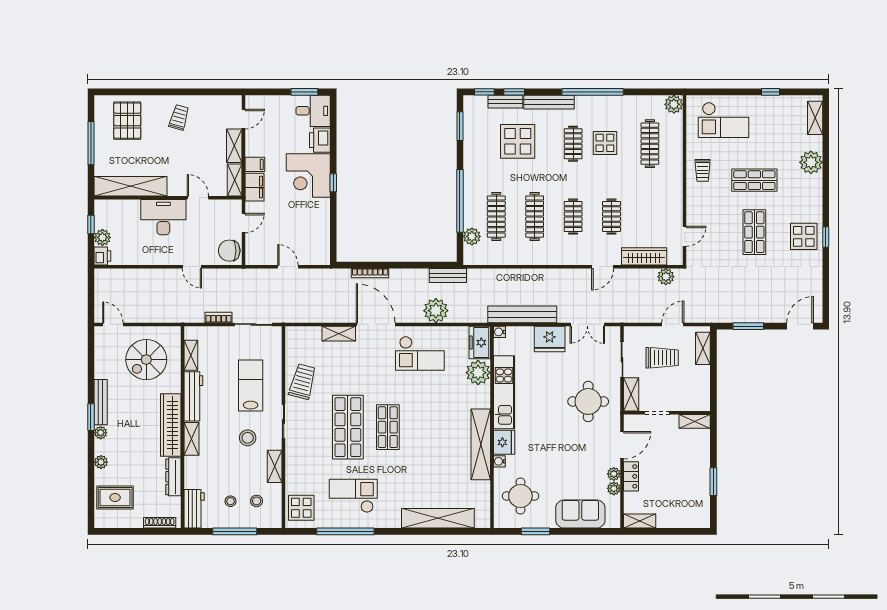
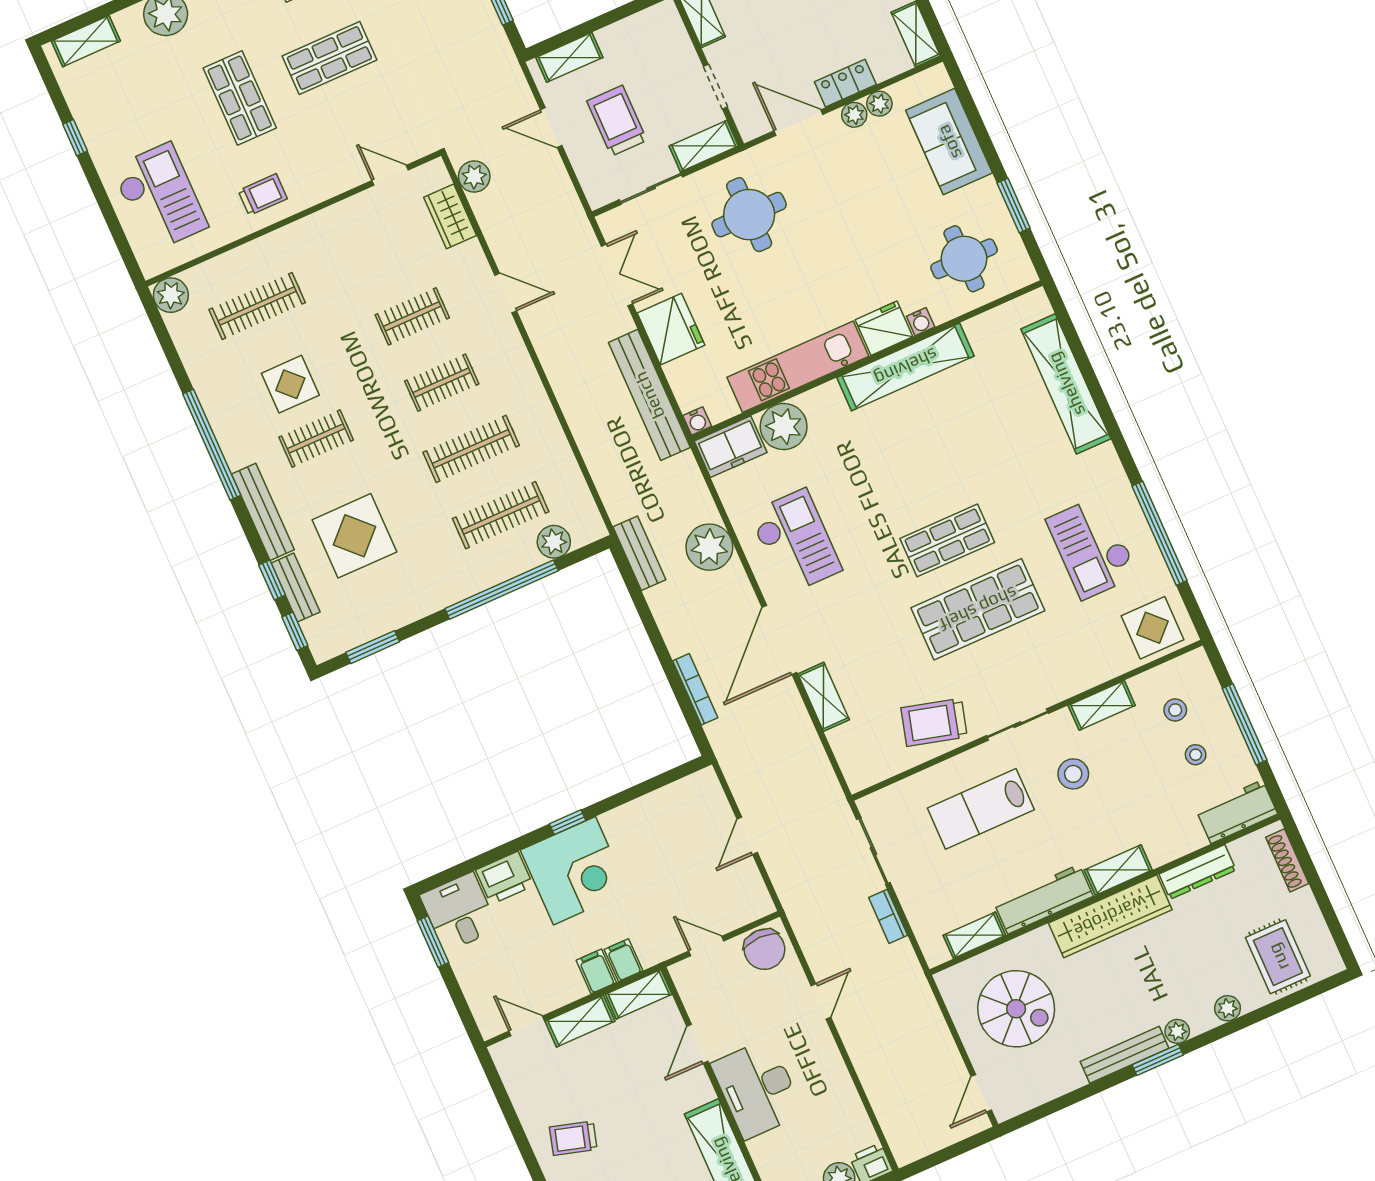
filing cabinet: (254, 187) -> (623, 960), width x0.50
wardrobe: (644, 256) -> (450, 216), width x0.67

